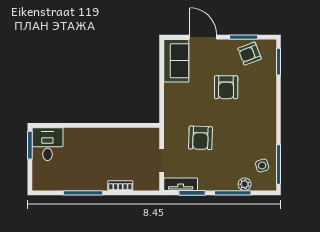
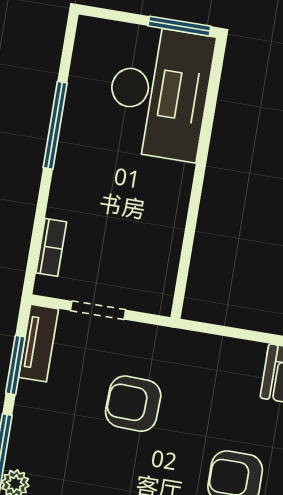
desk: (47, 144) -> (159, 92), width x1.87, depth x1.30
bookcase: (120, 186) -> (51, 247), moved

